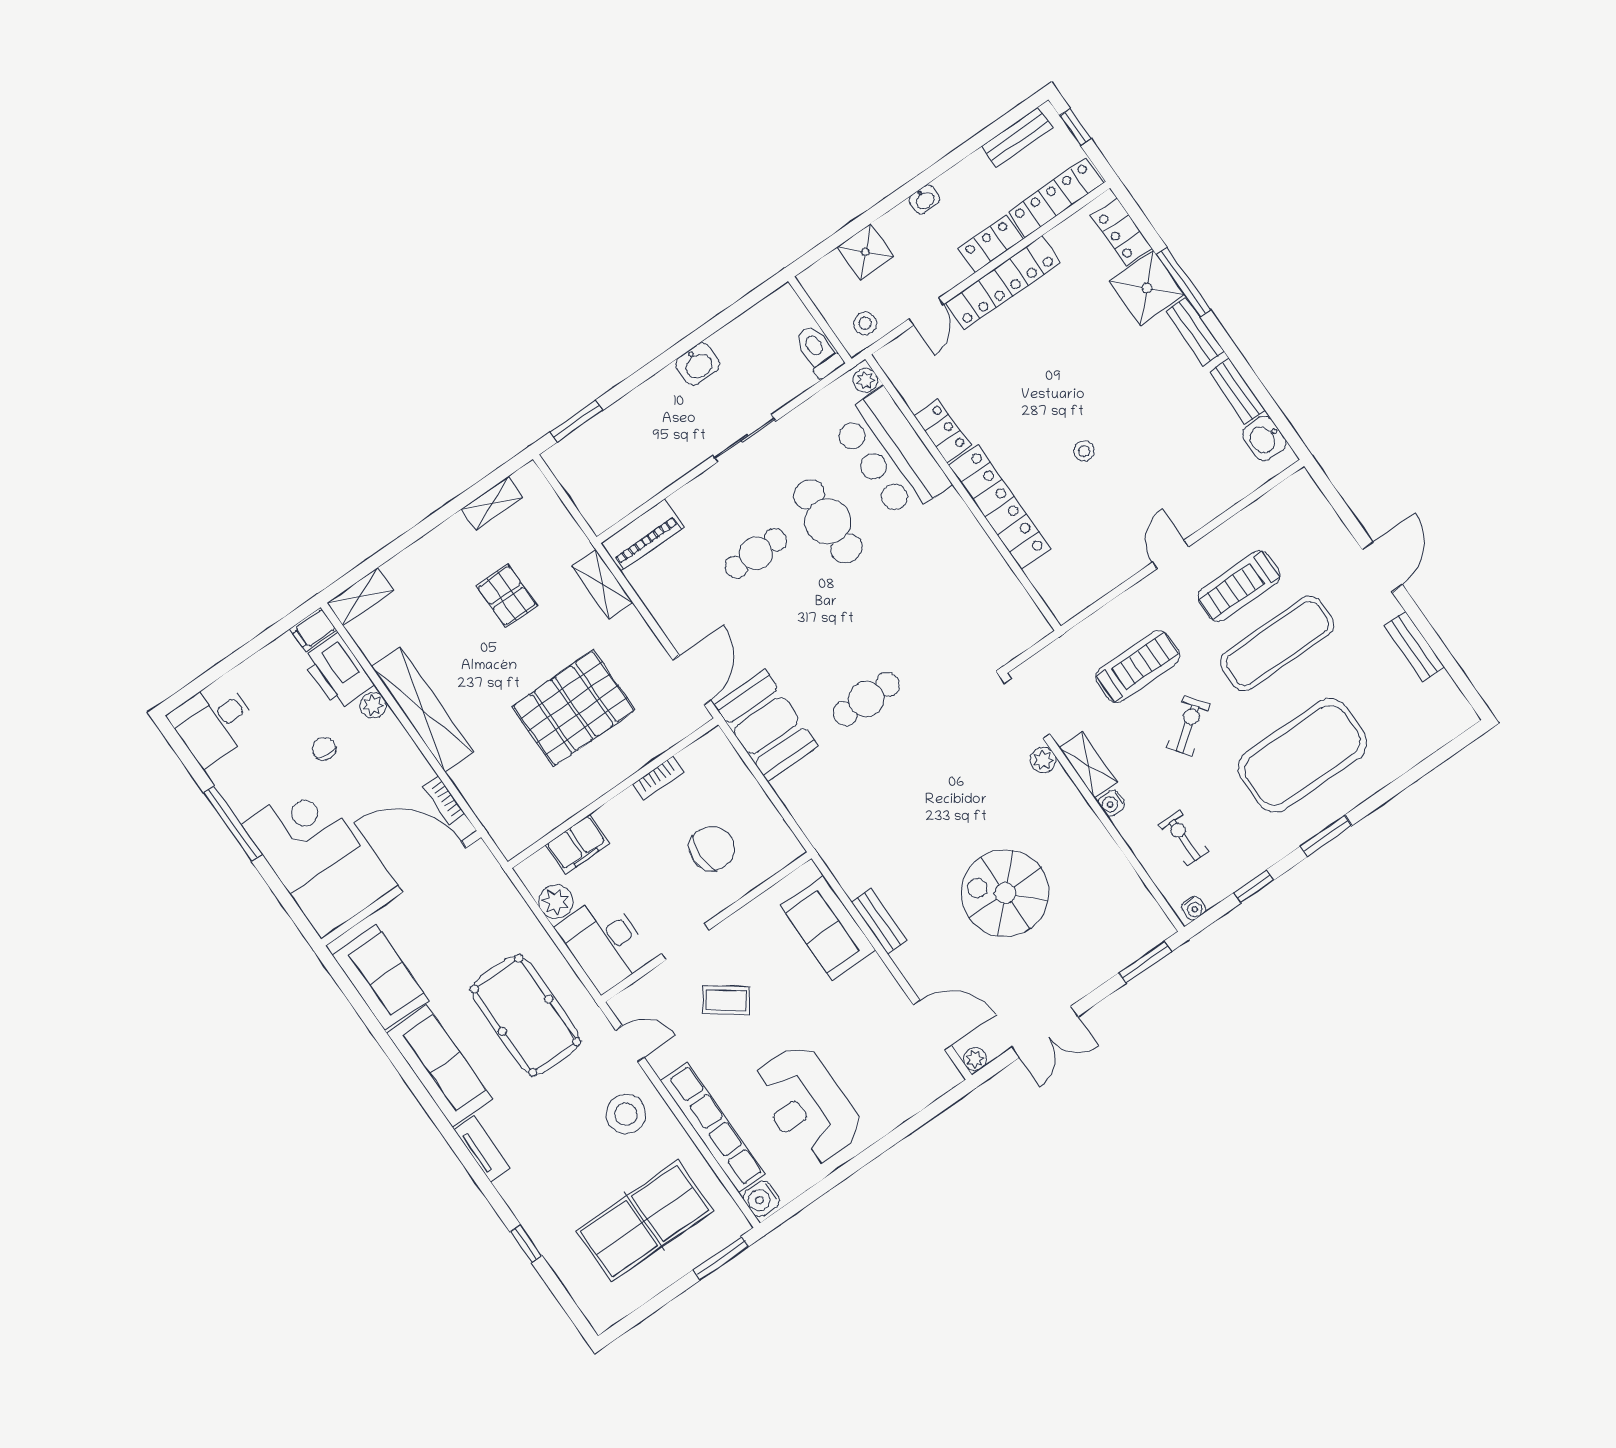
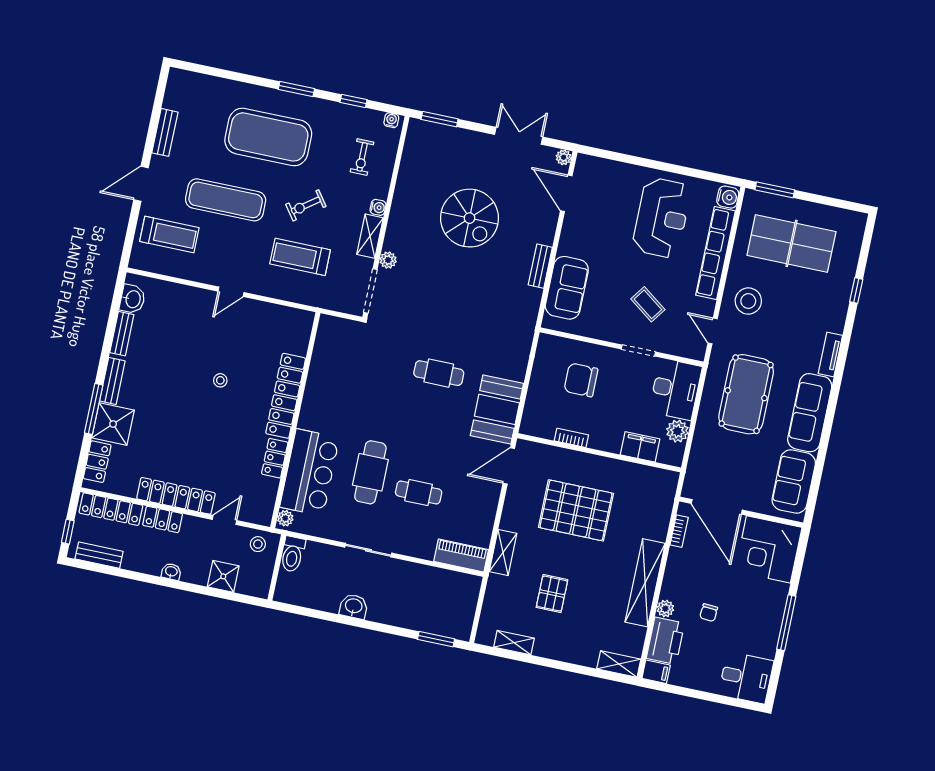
treadmill: (1239, 586) -> (169, 235), moved
corner desk: (301, 835) -> (768, 549), moved

